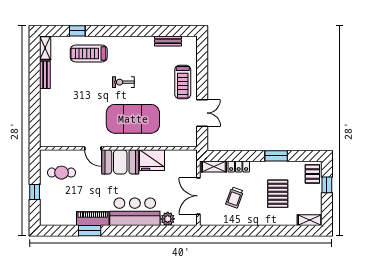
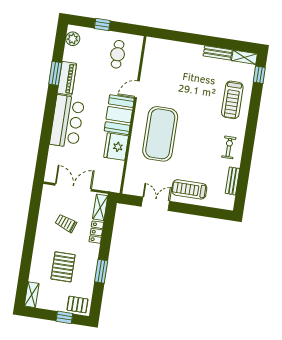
window: (77, 31) -> (259, 75), moved
treadmill: (89, 53) -> (232, 100), turned 180
exercise bike: (123, 82) -> (229, 147), moved
double door: (202, 113) -> (155, 204), swing flipped
pallet: (278, 194) -> (63, 267), turned 90
plant: (168, 219) -> (73, 39), moved

